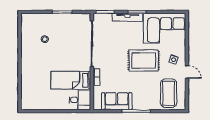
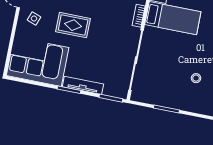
rug: (144, 60) -> (73, 25), width x0.73, depth x0.70

